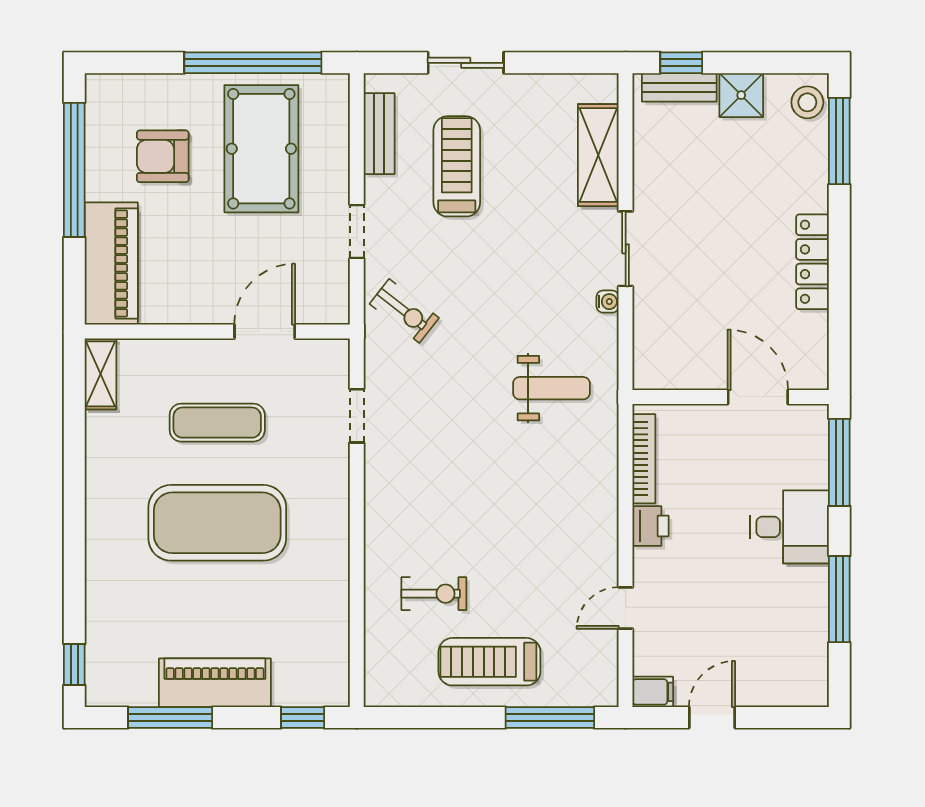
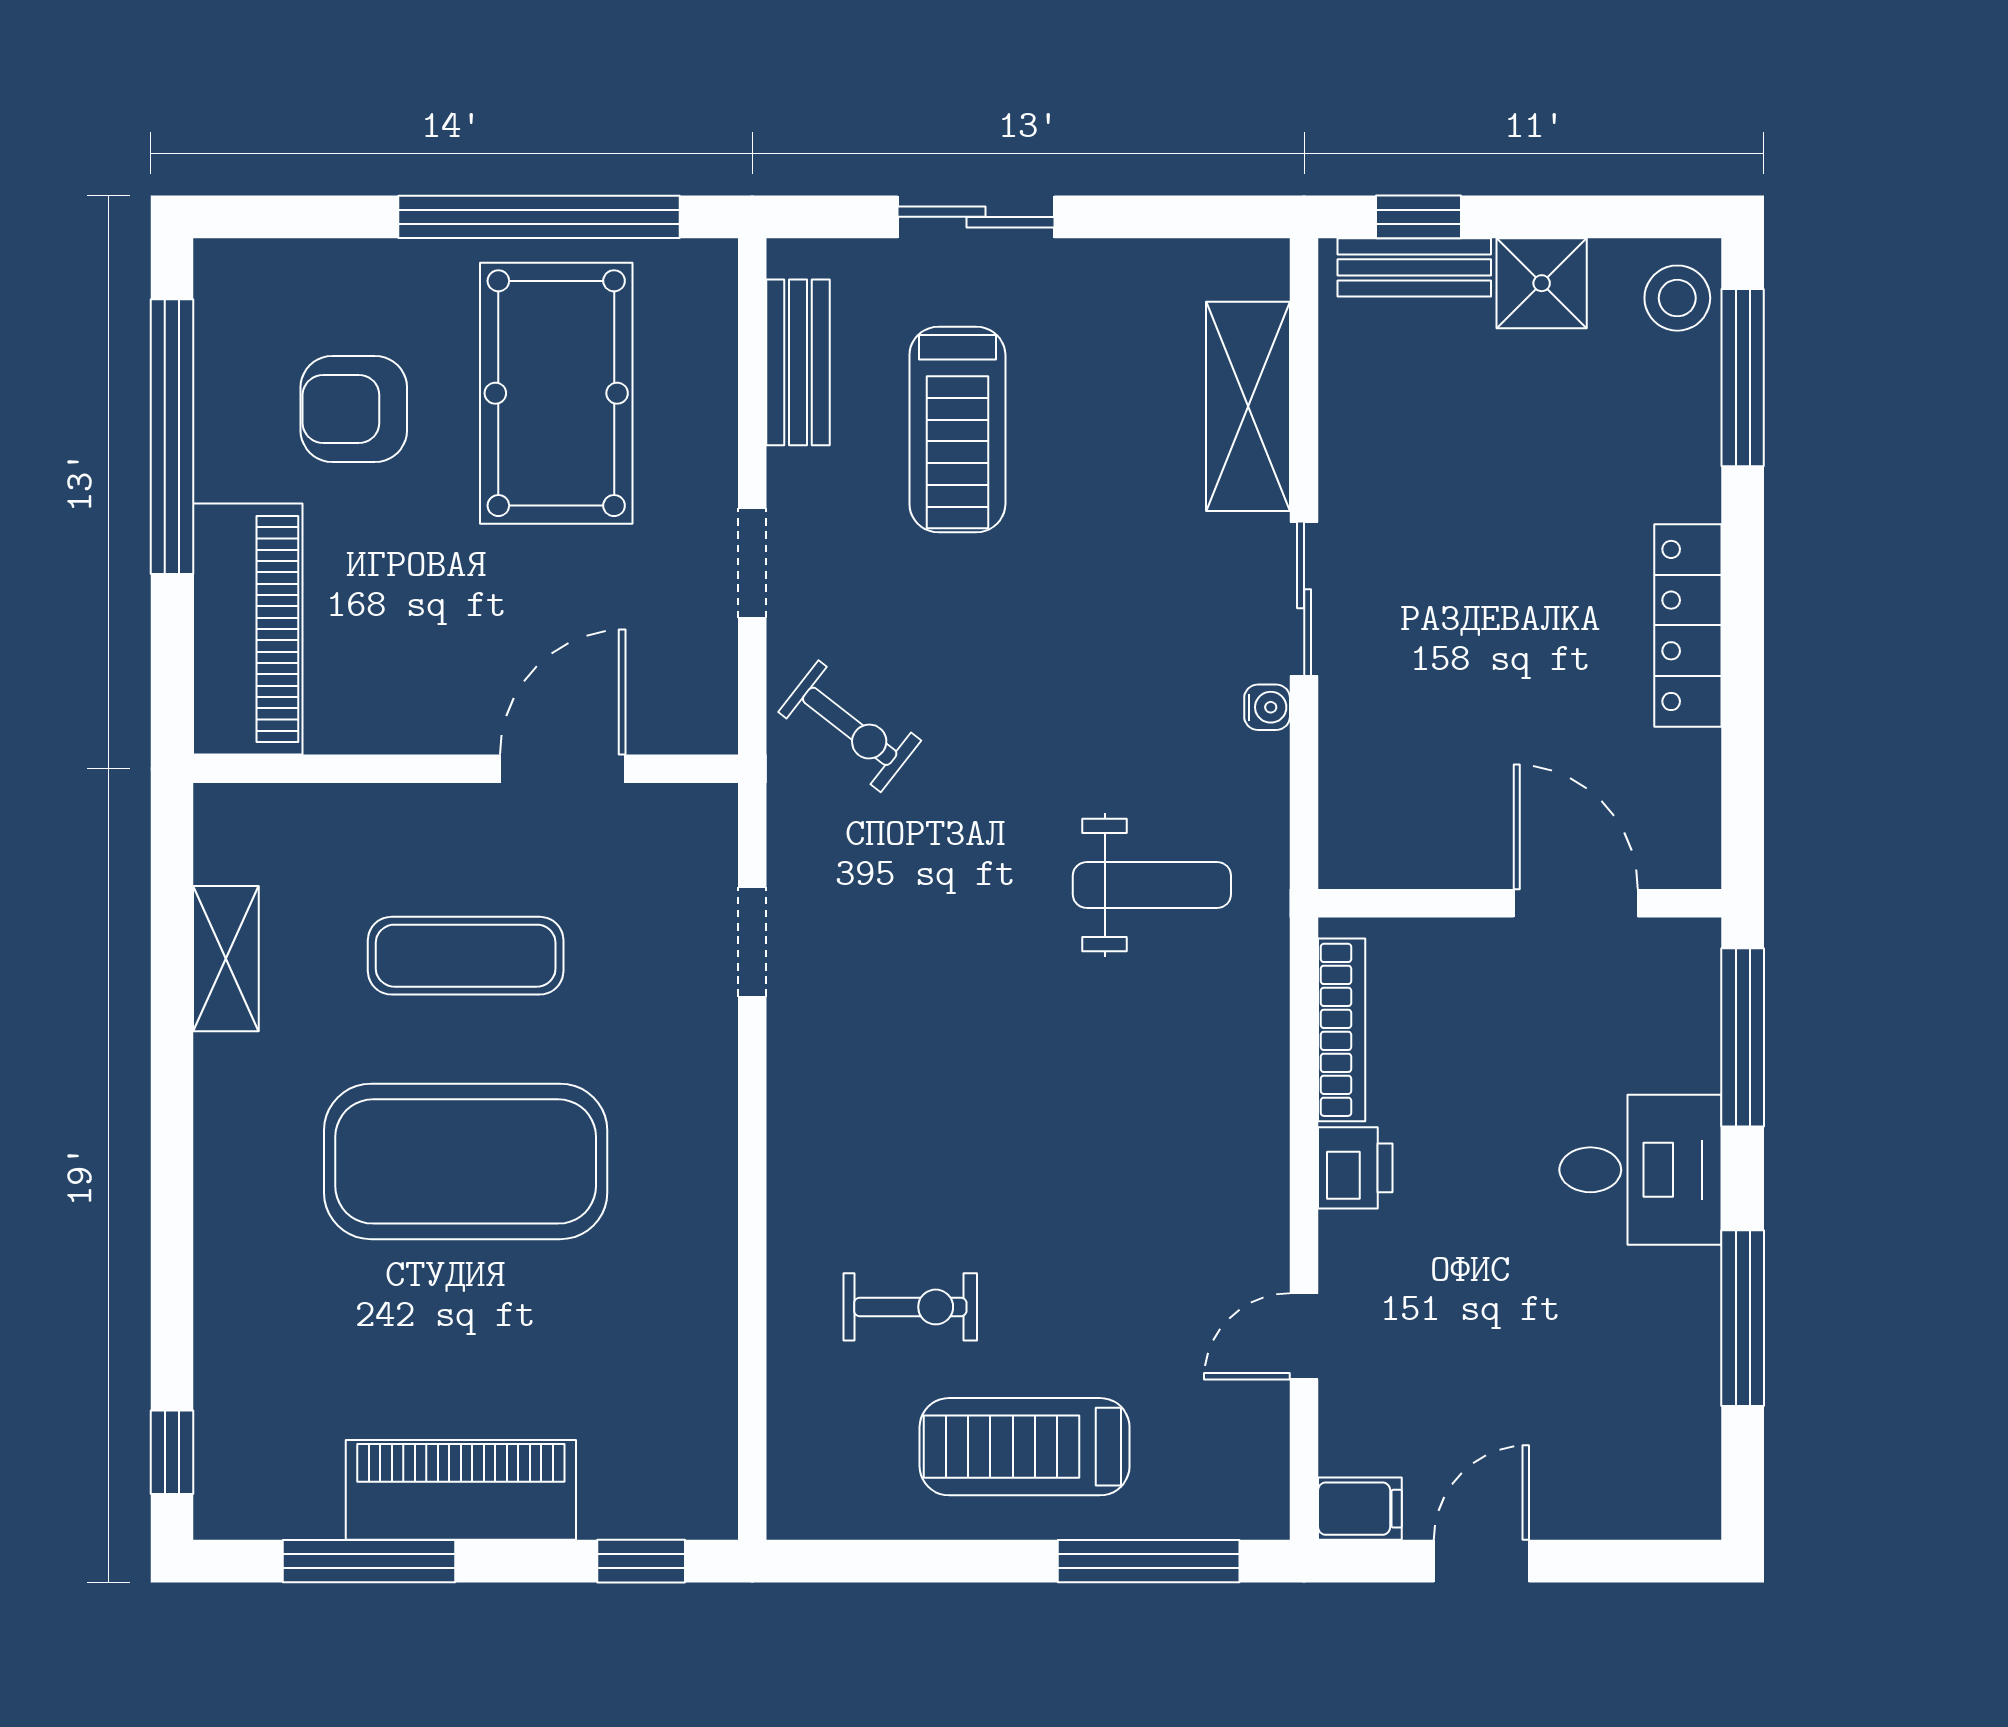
treadmill: (457, 166) -> (957, 430), turned 180
shelving: (101, 374) -> (226, 959), moved

